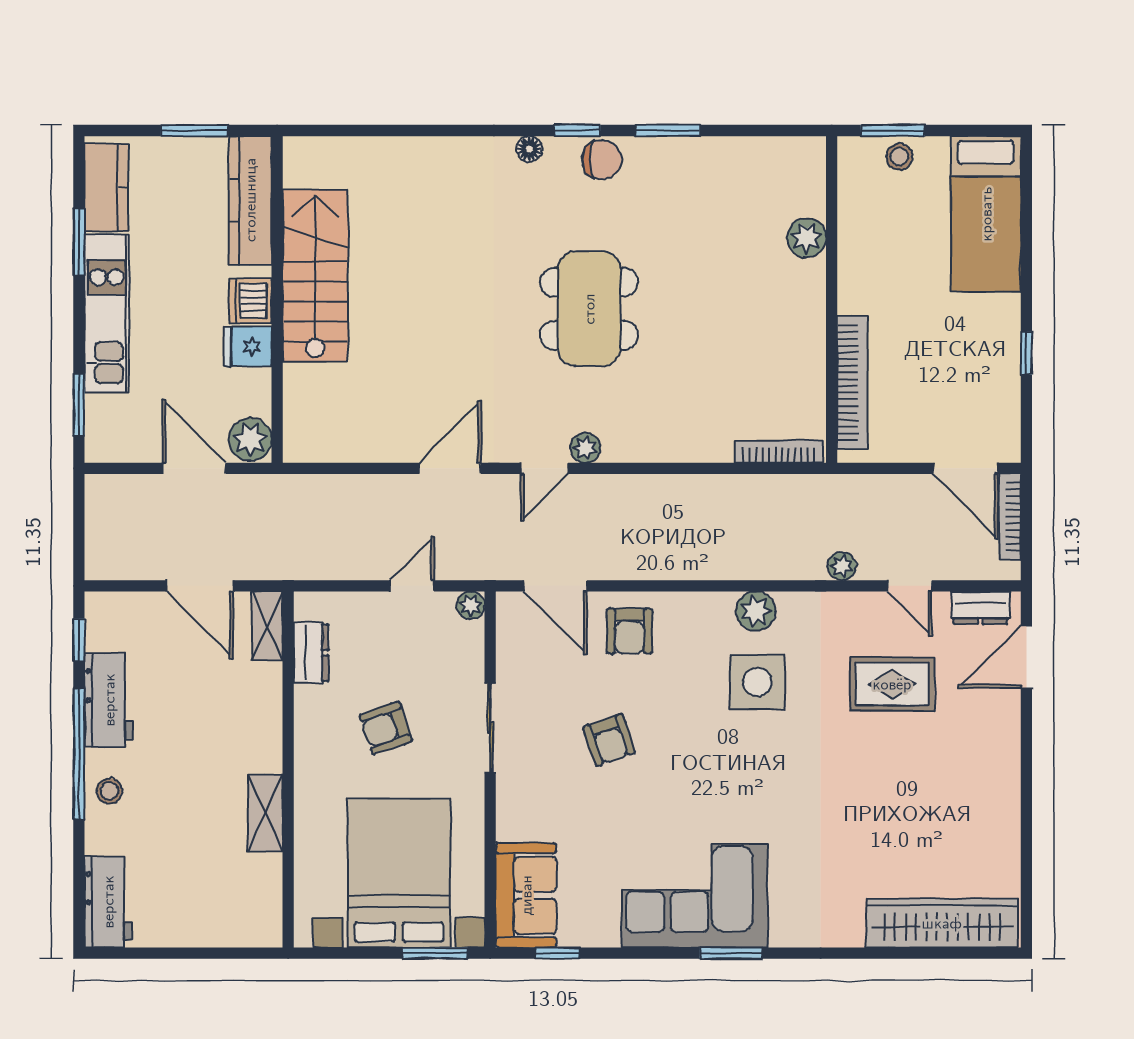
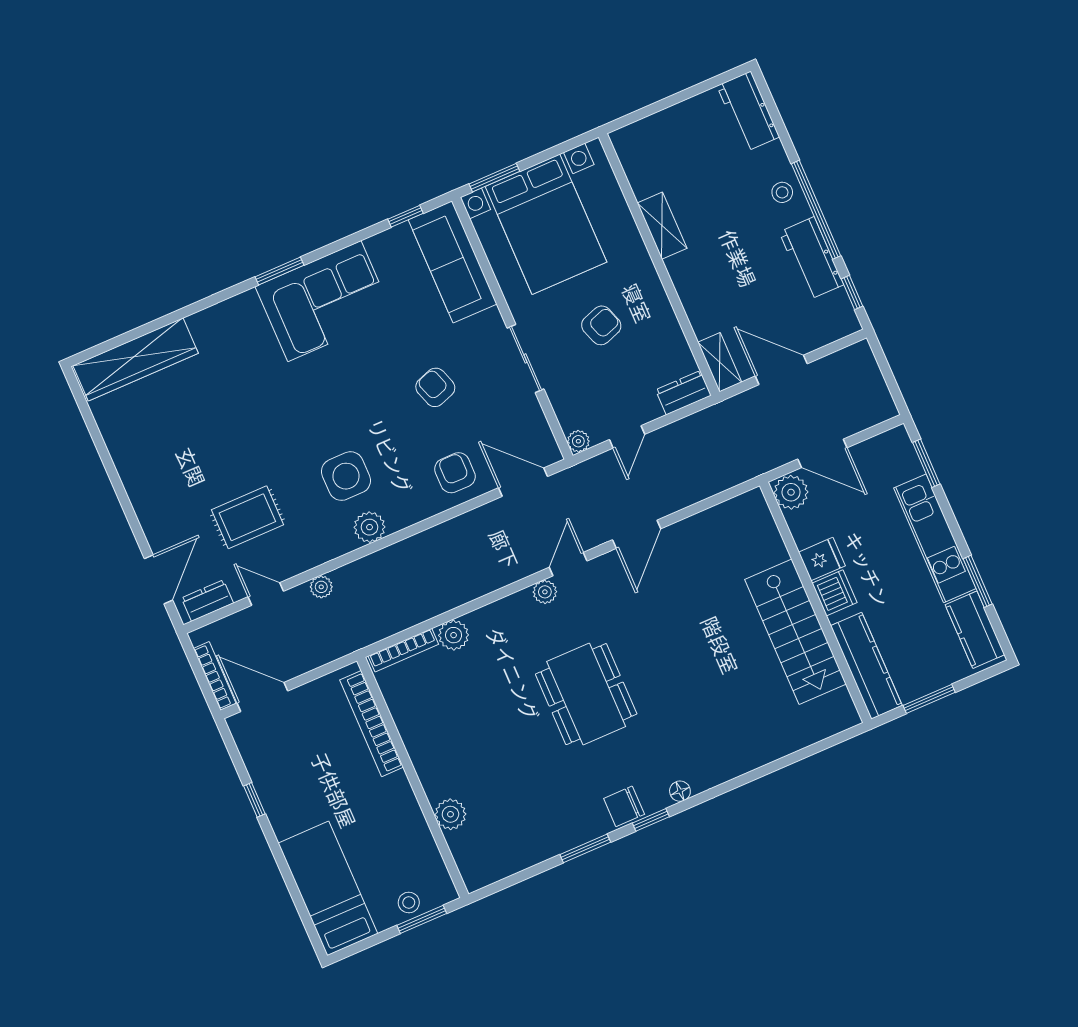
plant: (713, 444) -> (454, 635), added
dresser: (311, 653) -> (683, 393), moved, turned 90
sofa: (526, 895) -> (453, 262), width x1.36

